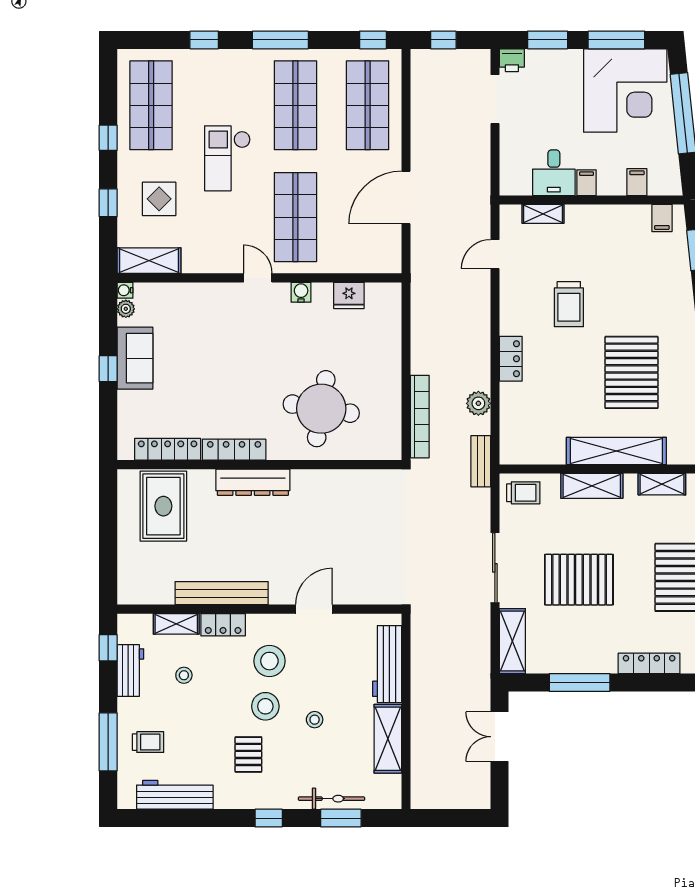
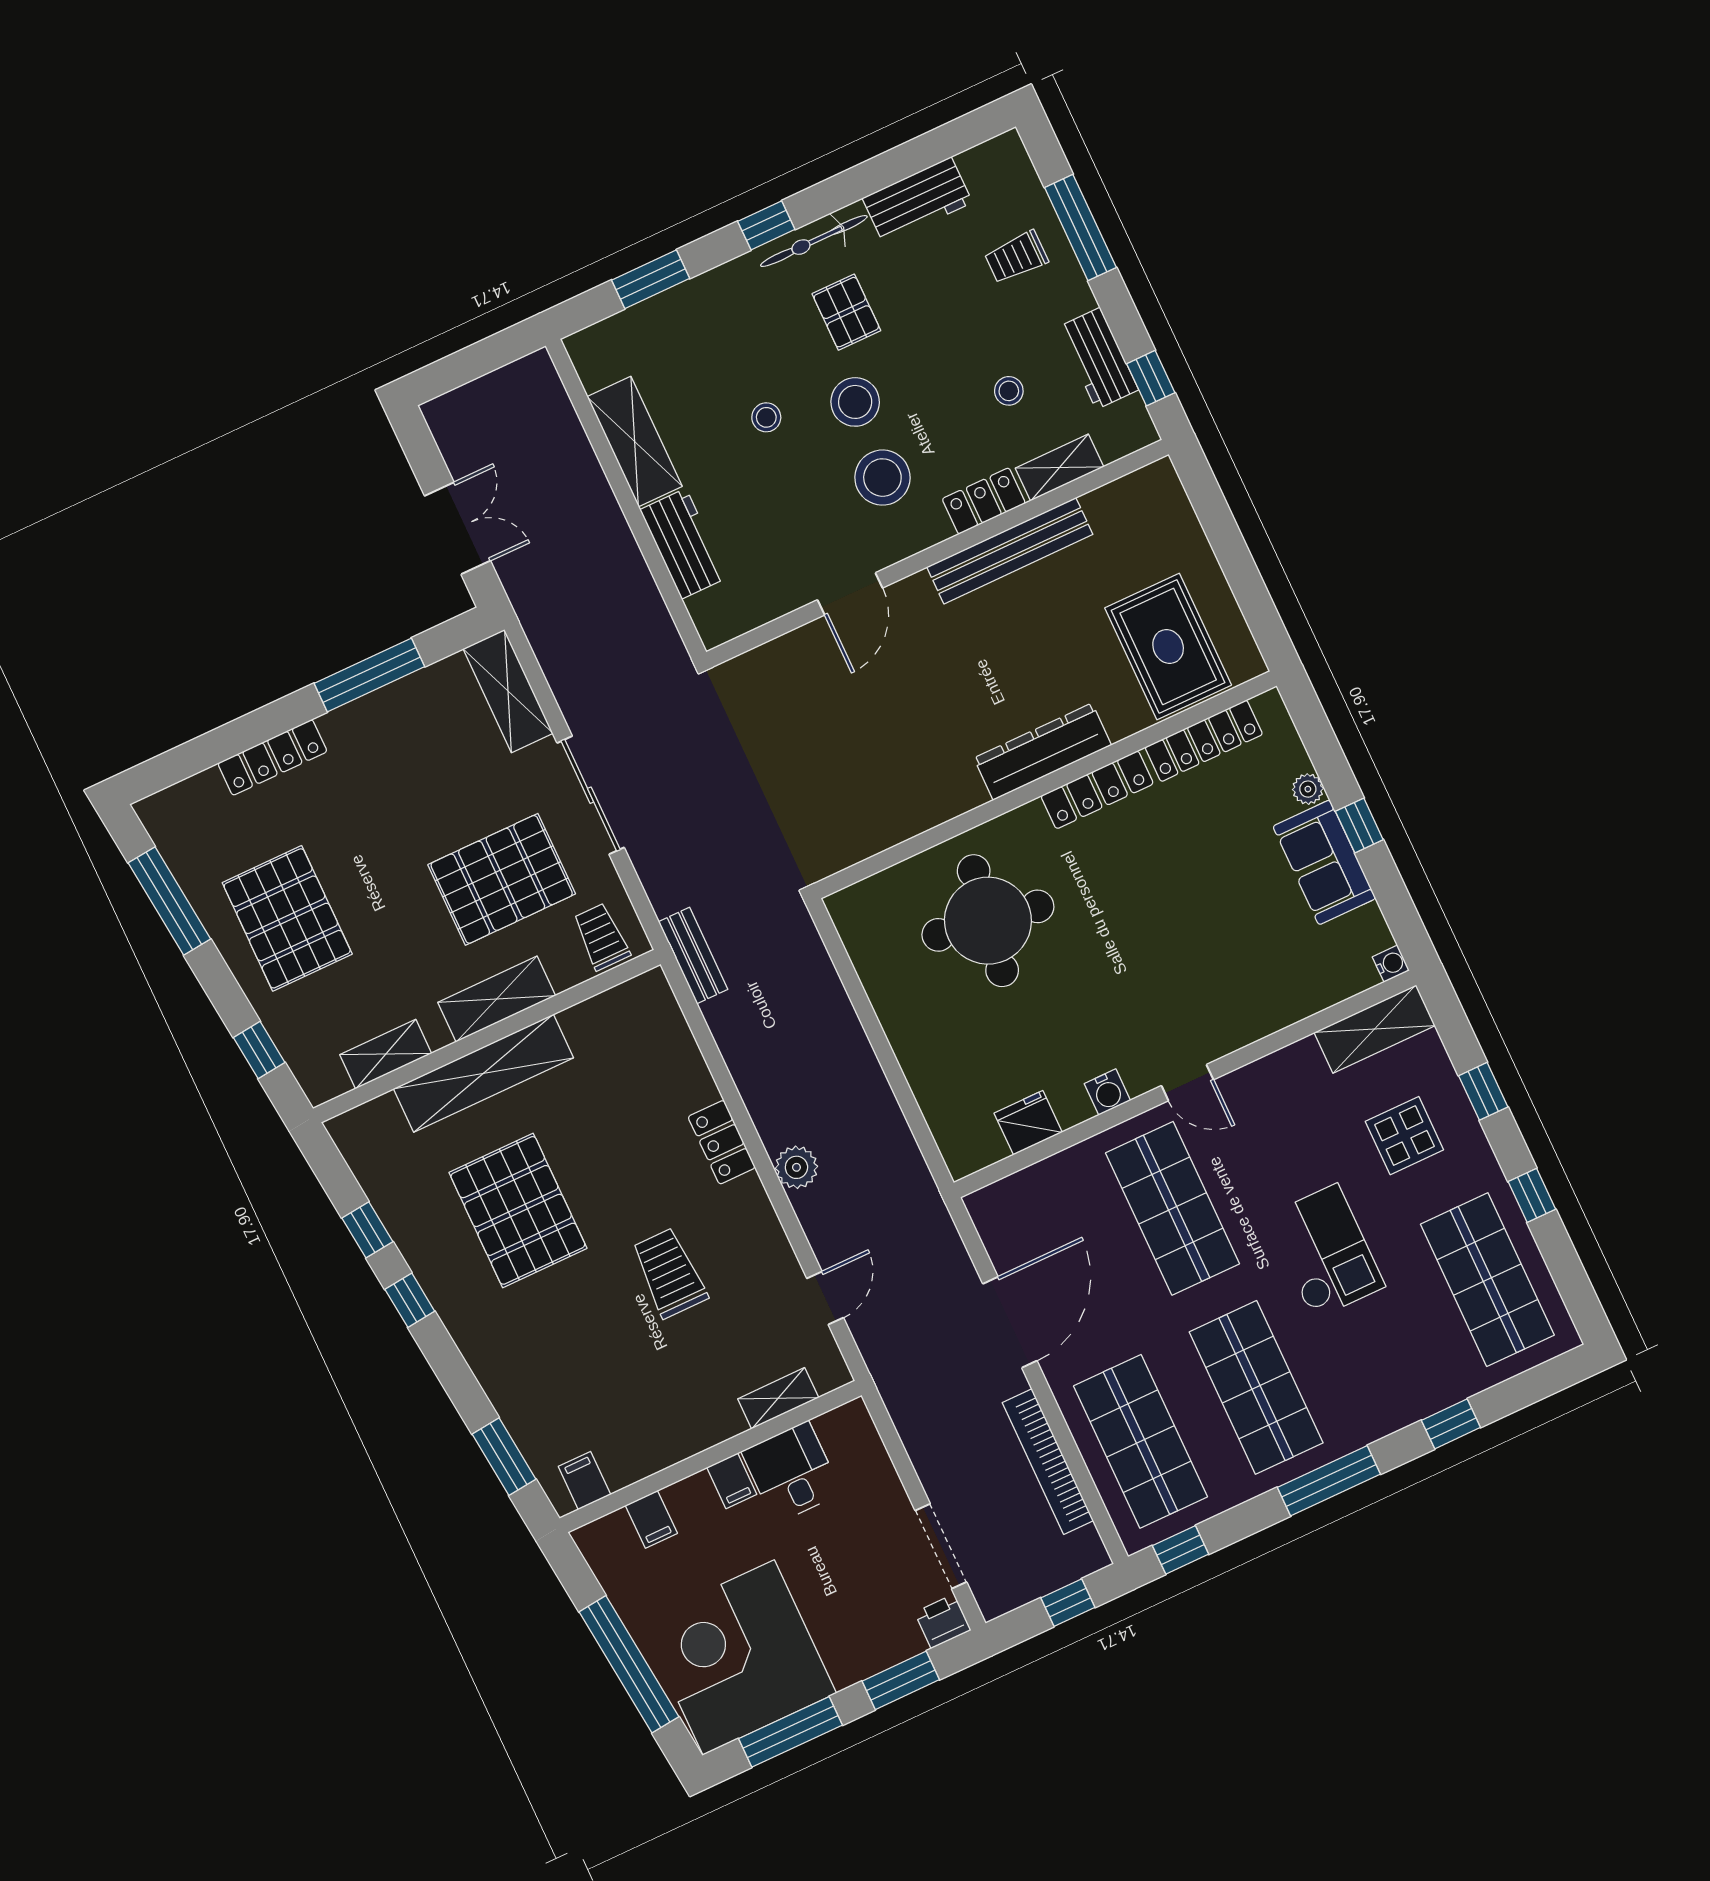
plant: (126, 309) -> (1308, 789), moved
plant: (478, 403) -> (796, 1167), moved
bookcase: (420, 417) -> (1048, 1462), moved
trolley: (523, 493) -> (601, 937), turned 90
pallet: (579, 580) -> (502, 879), moved
workbench: (387, 664) -> (684, 544), width x0.73
workbench: (175, 795) -> (917, 200), width x0.73
bicycle: (332, 799) -> (814, 241), moved

